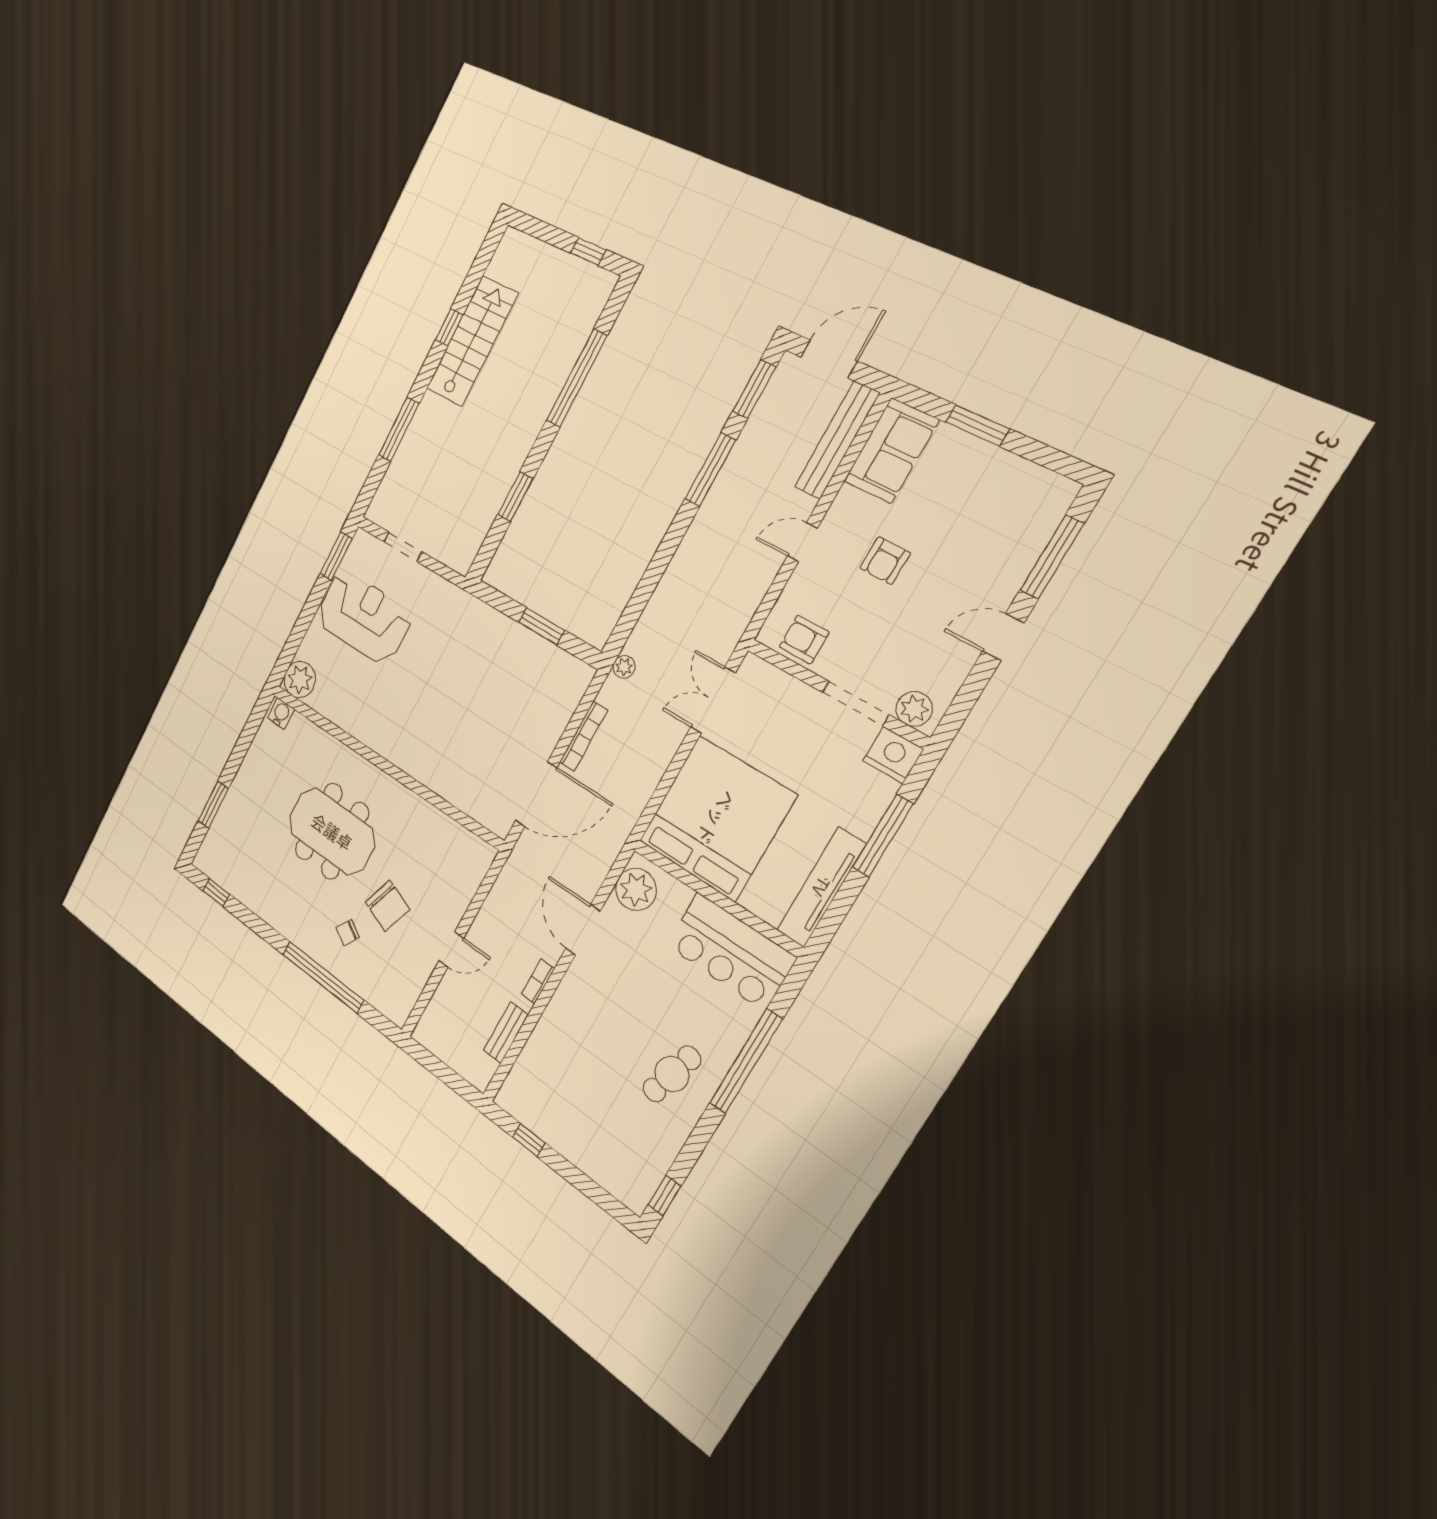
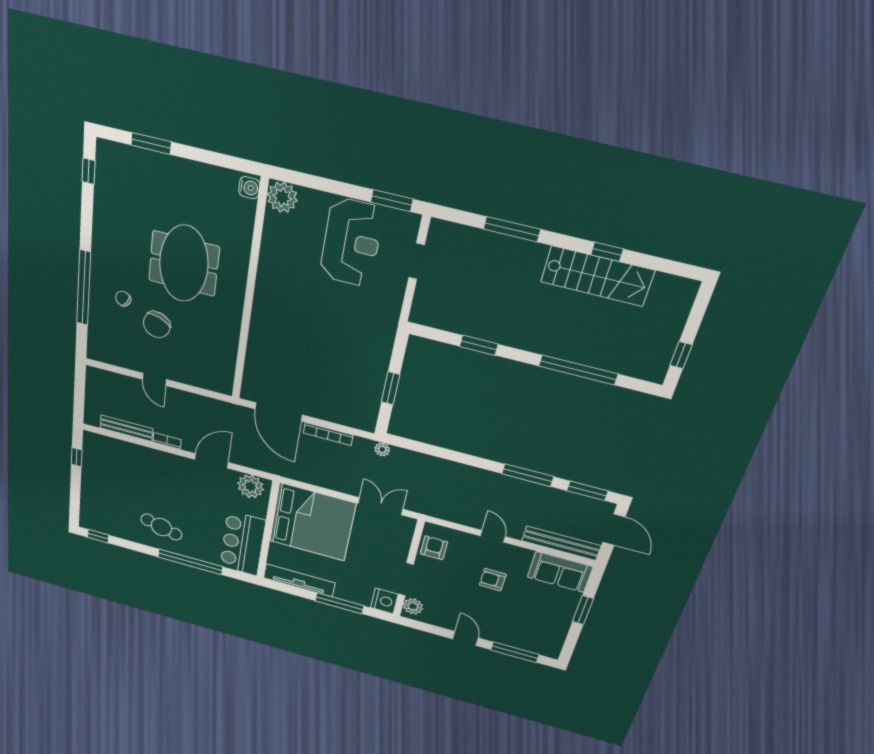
bench: (506, 1033) -> (126, 428), width x1.36

